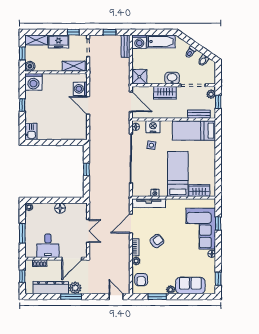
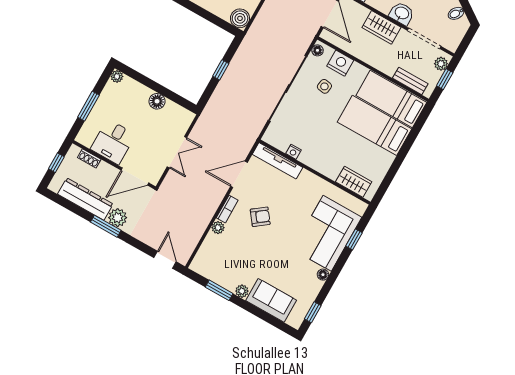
boiler: (81, 134) -> (240, 18), added
bed: (178, 174) -> (375, 125), moved, turned -90
armchair: (141, 280) -> (211, 256), removed

